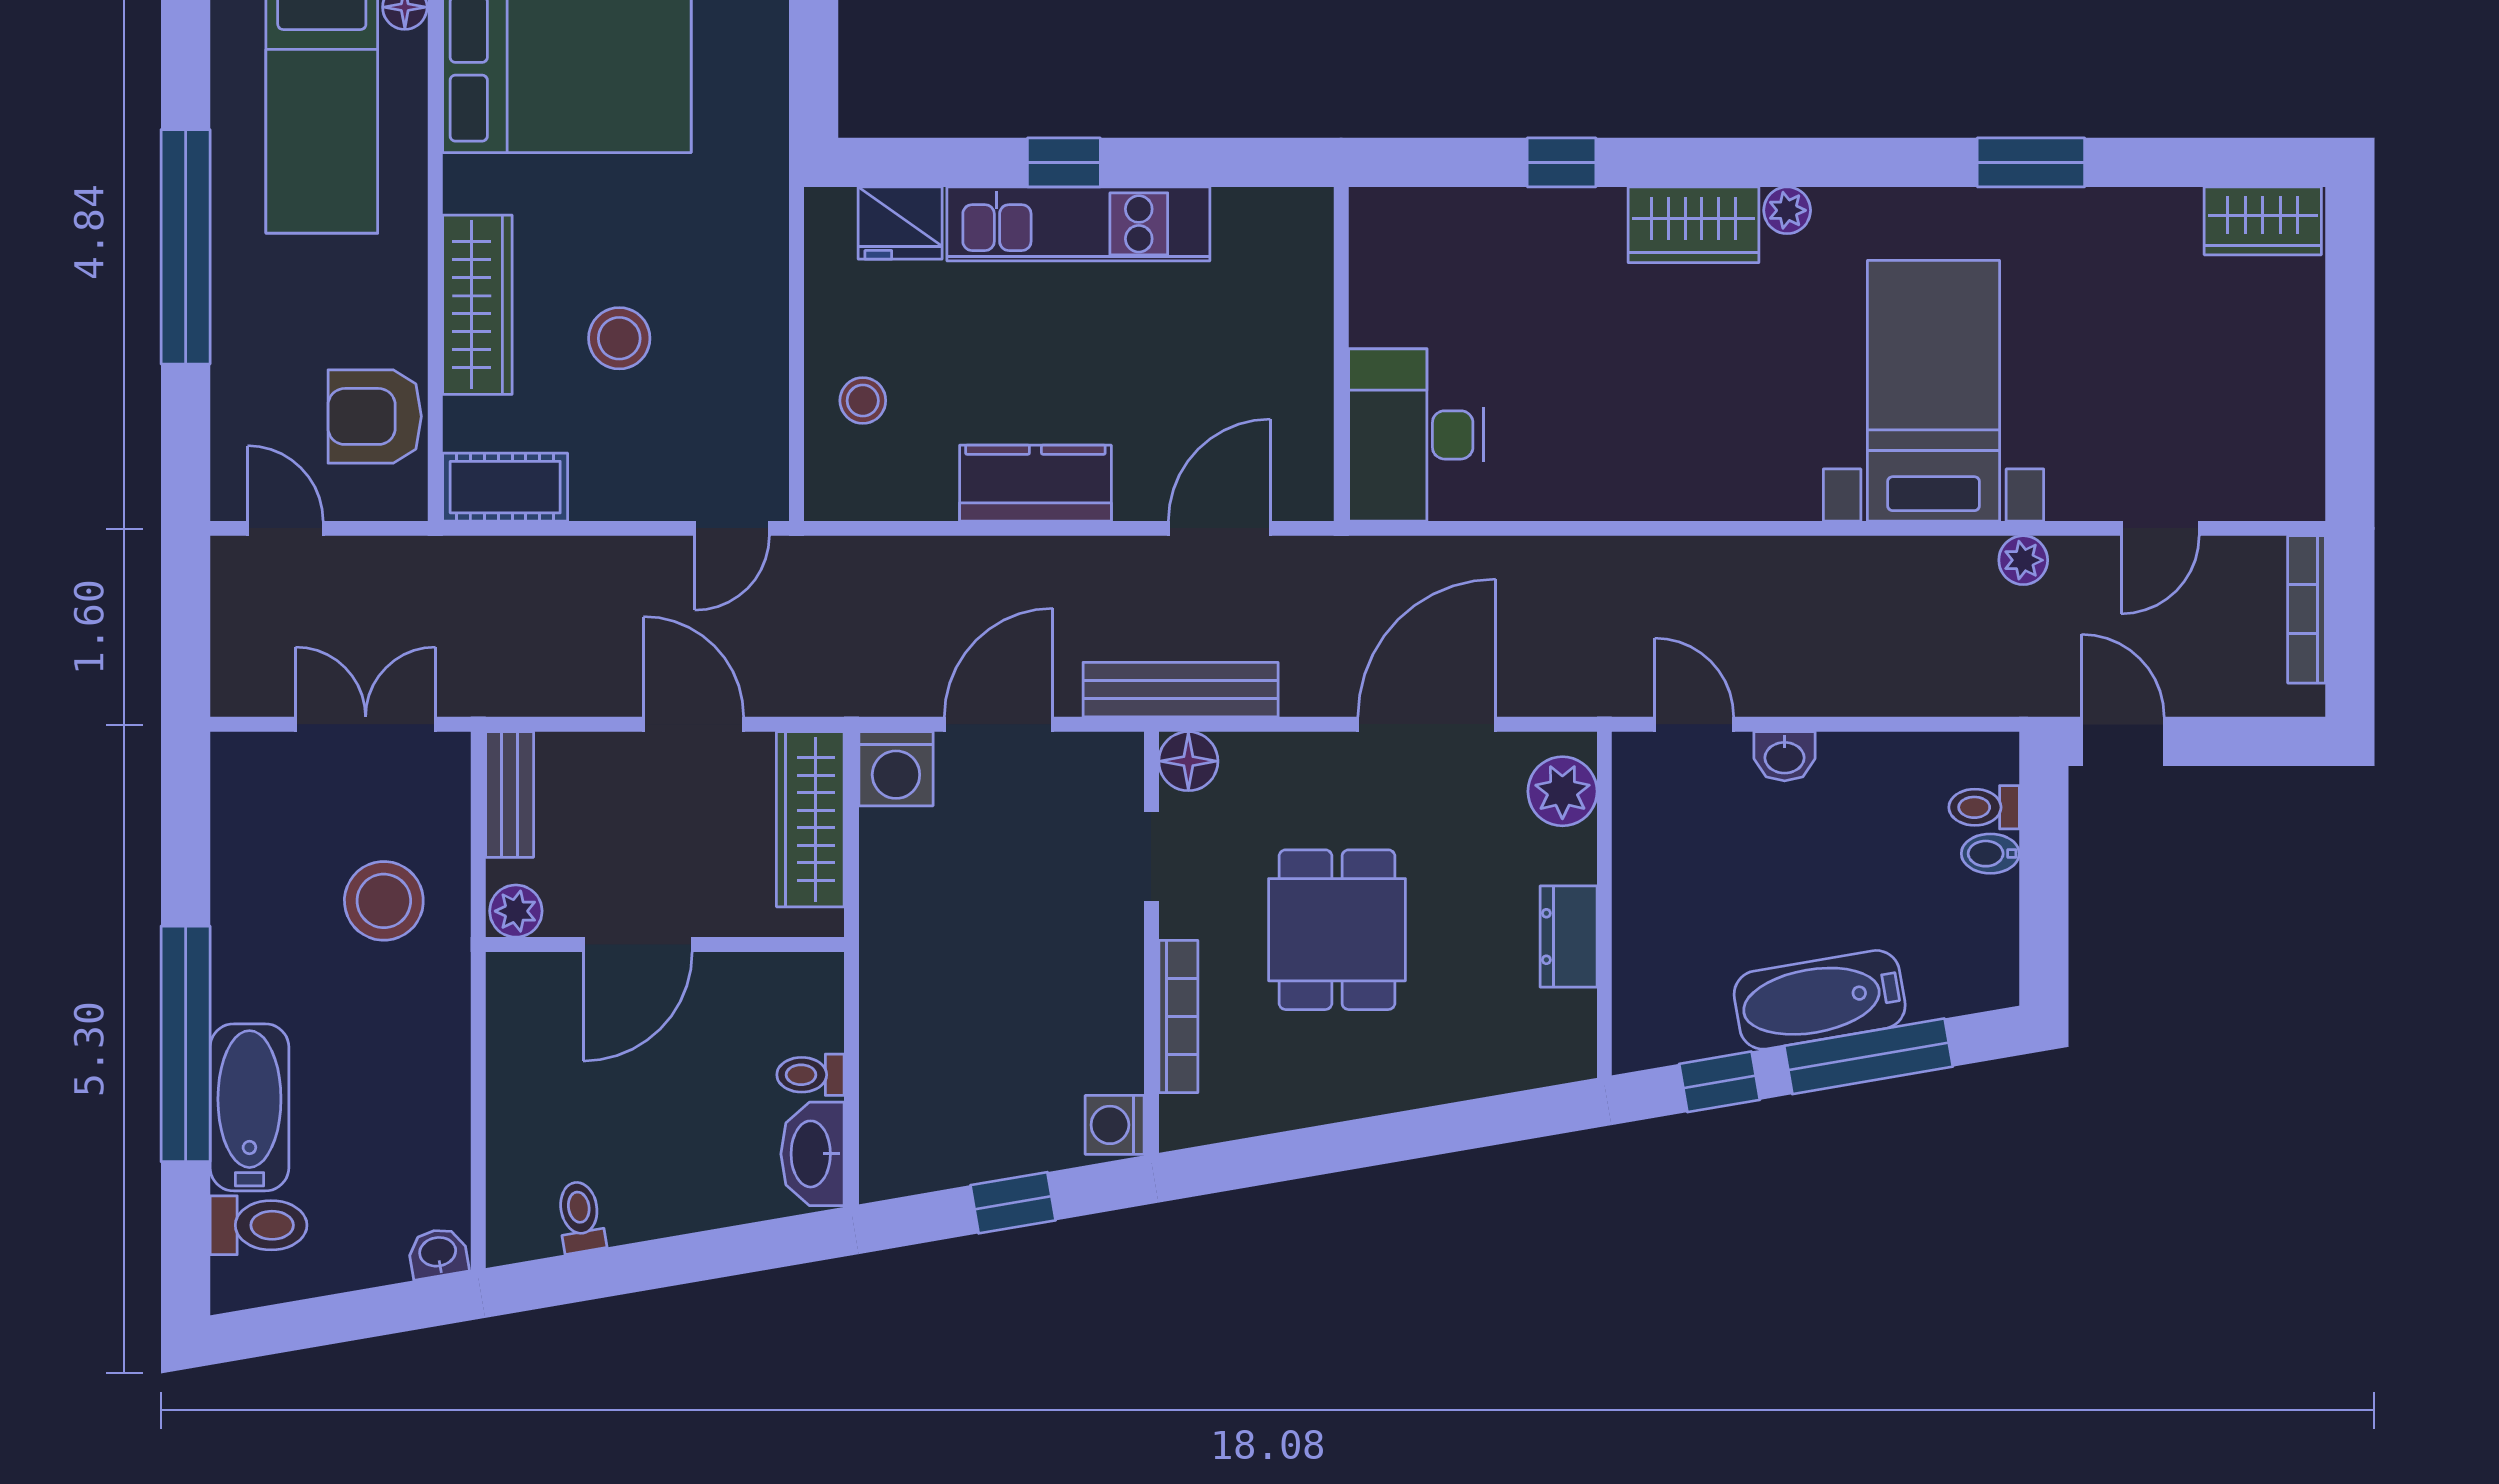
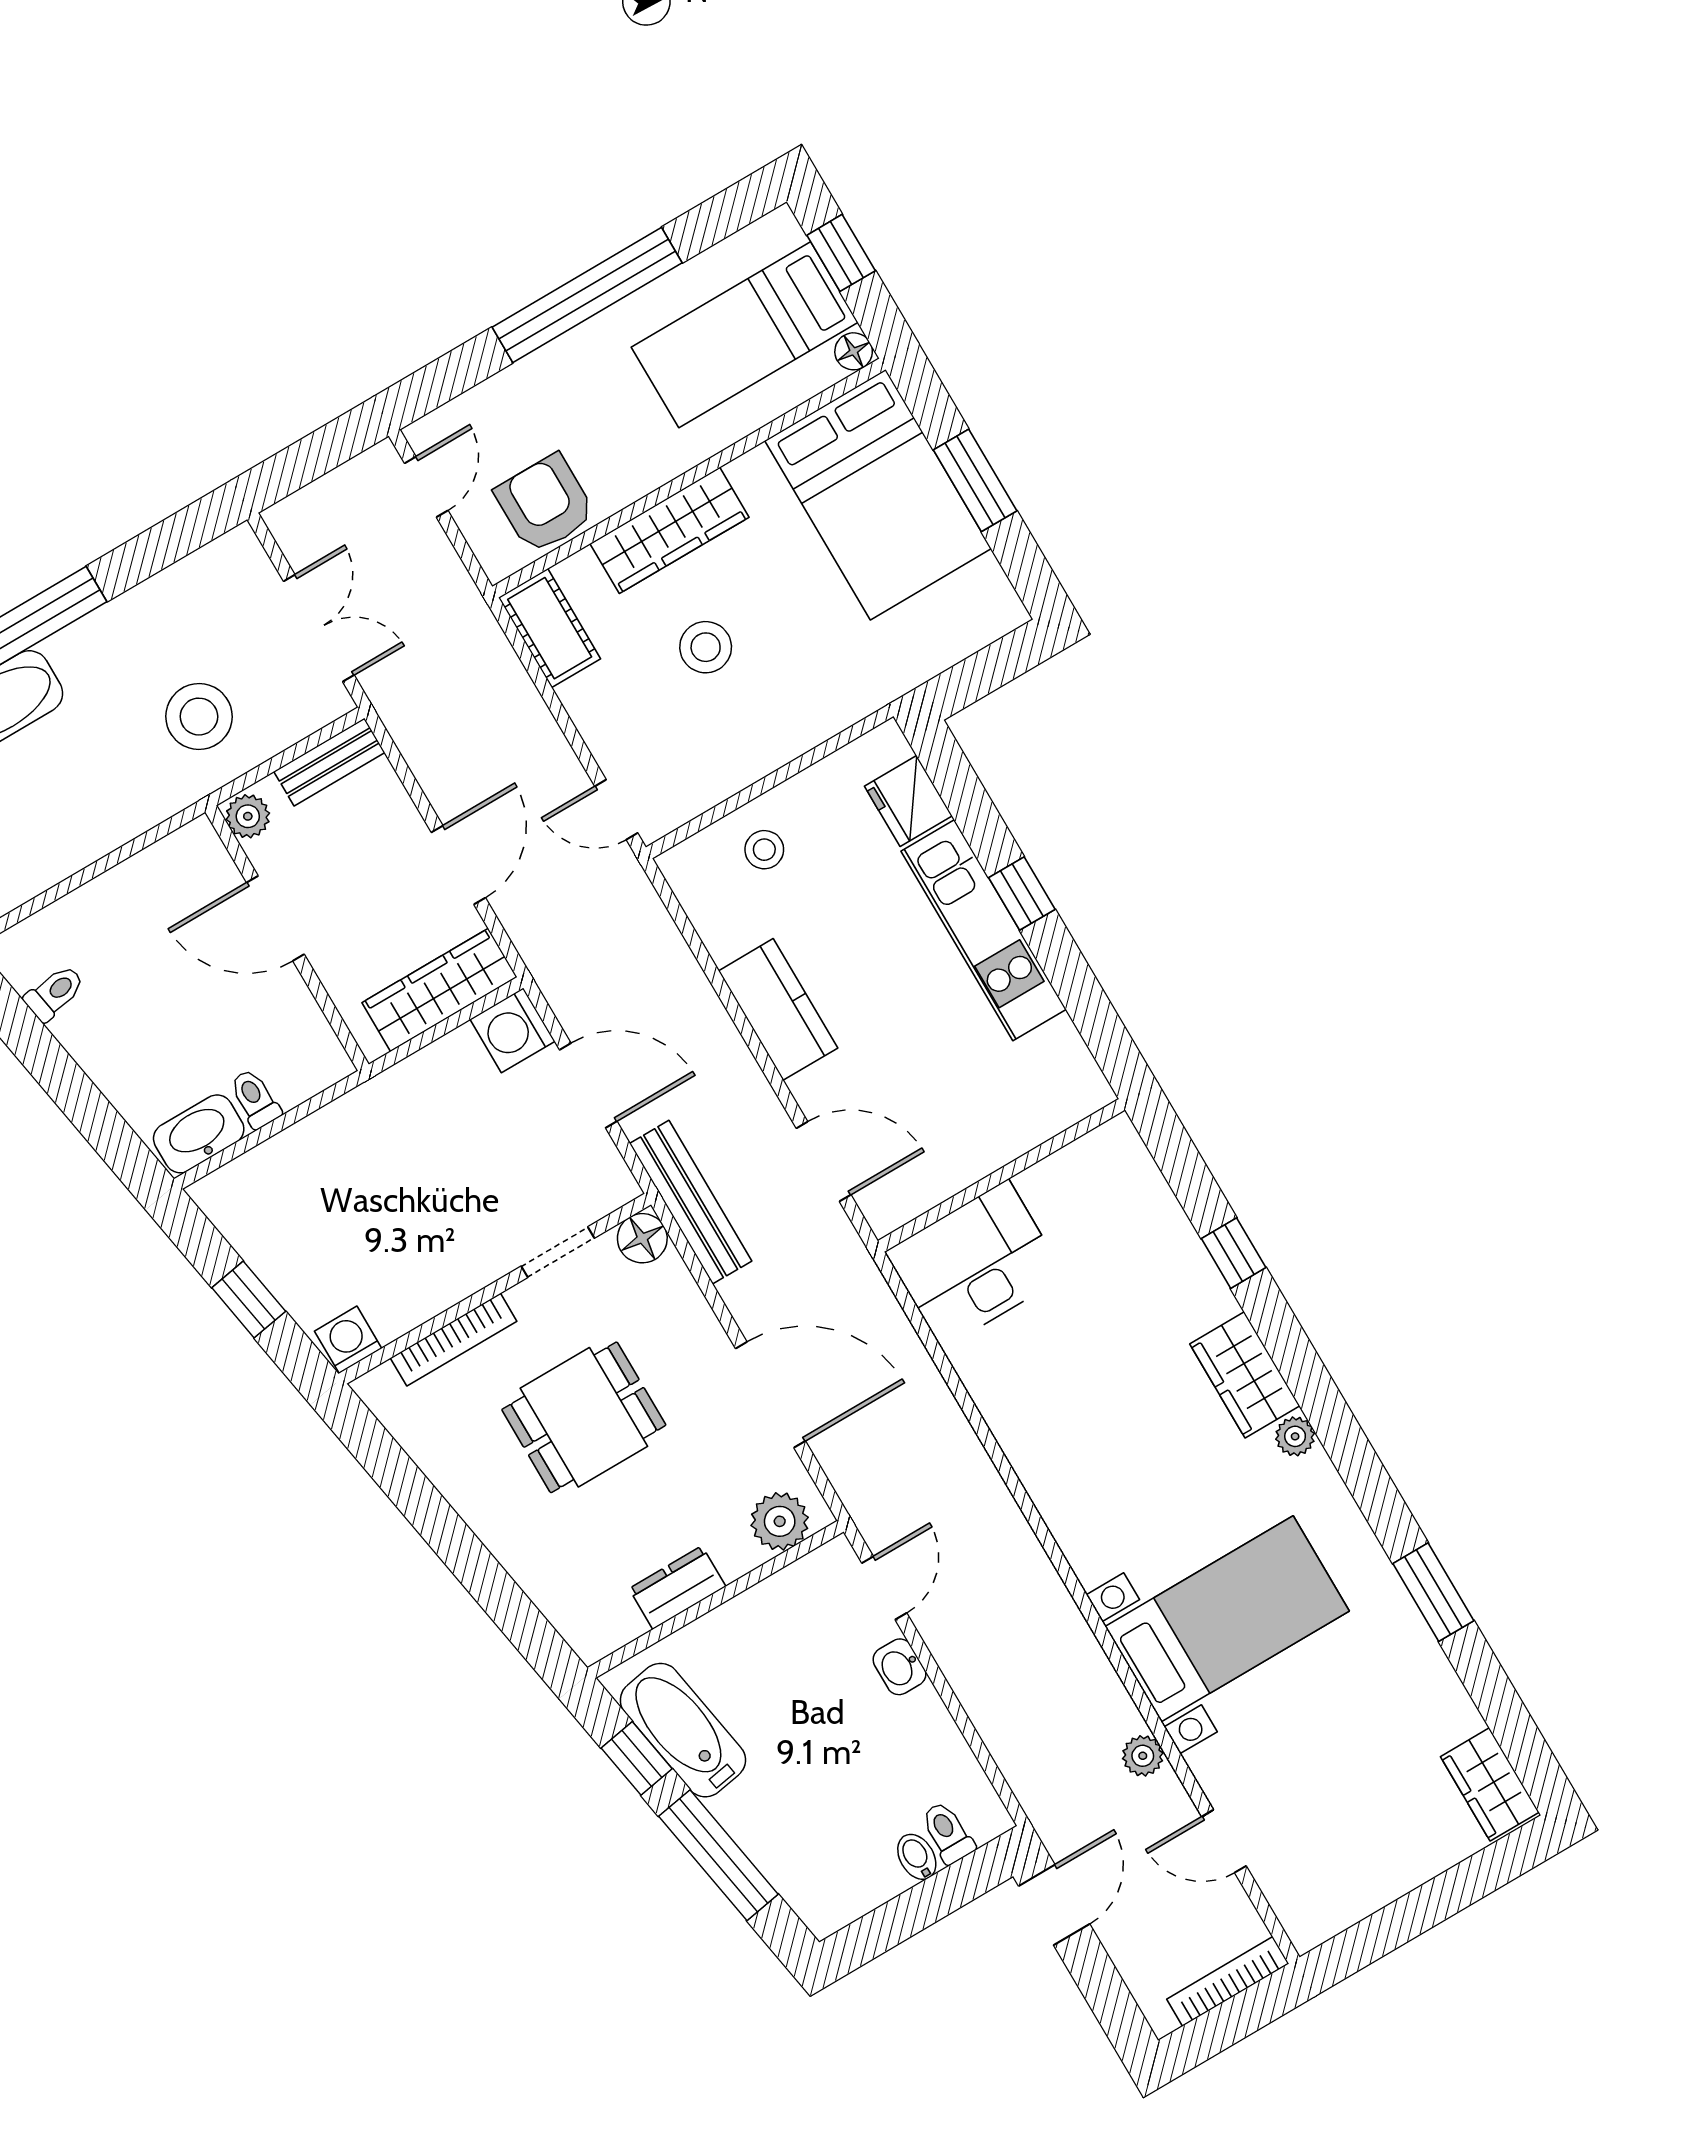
bathtub: (1820, 1000) -> (683, 1730), moved

